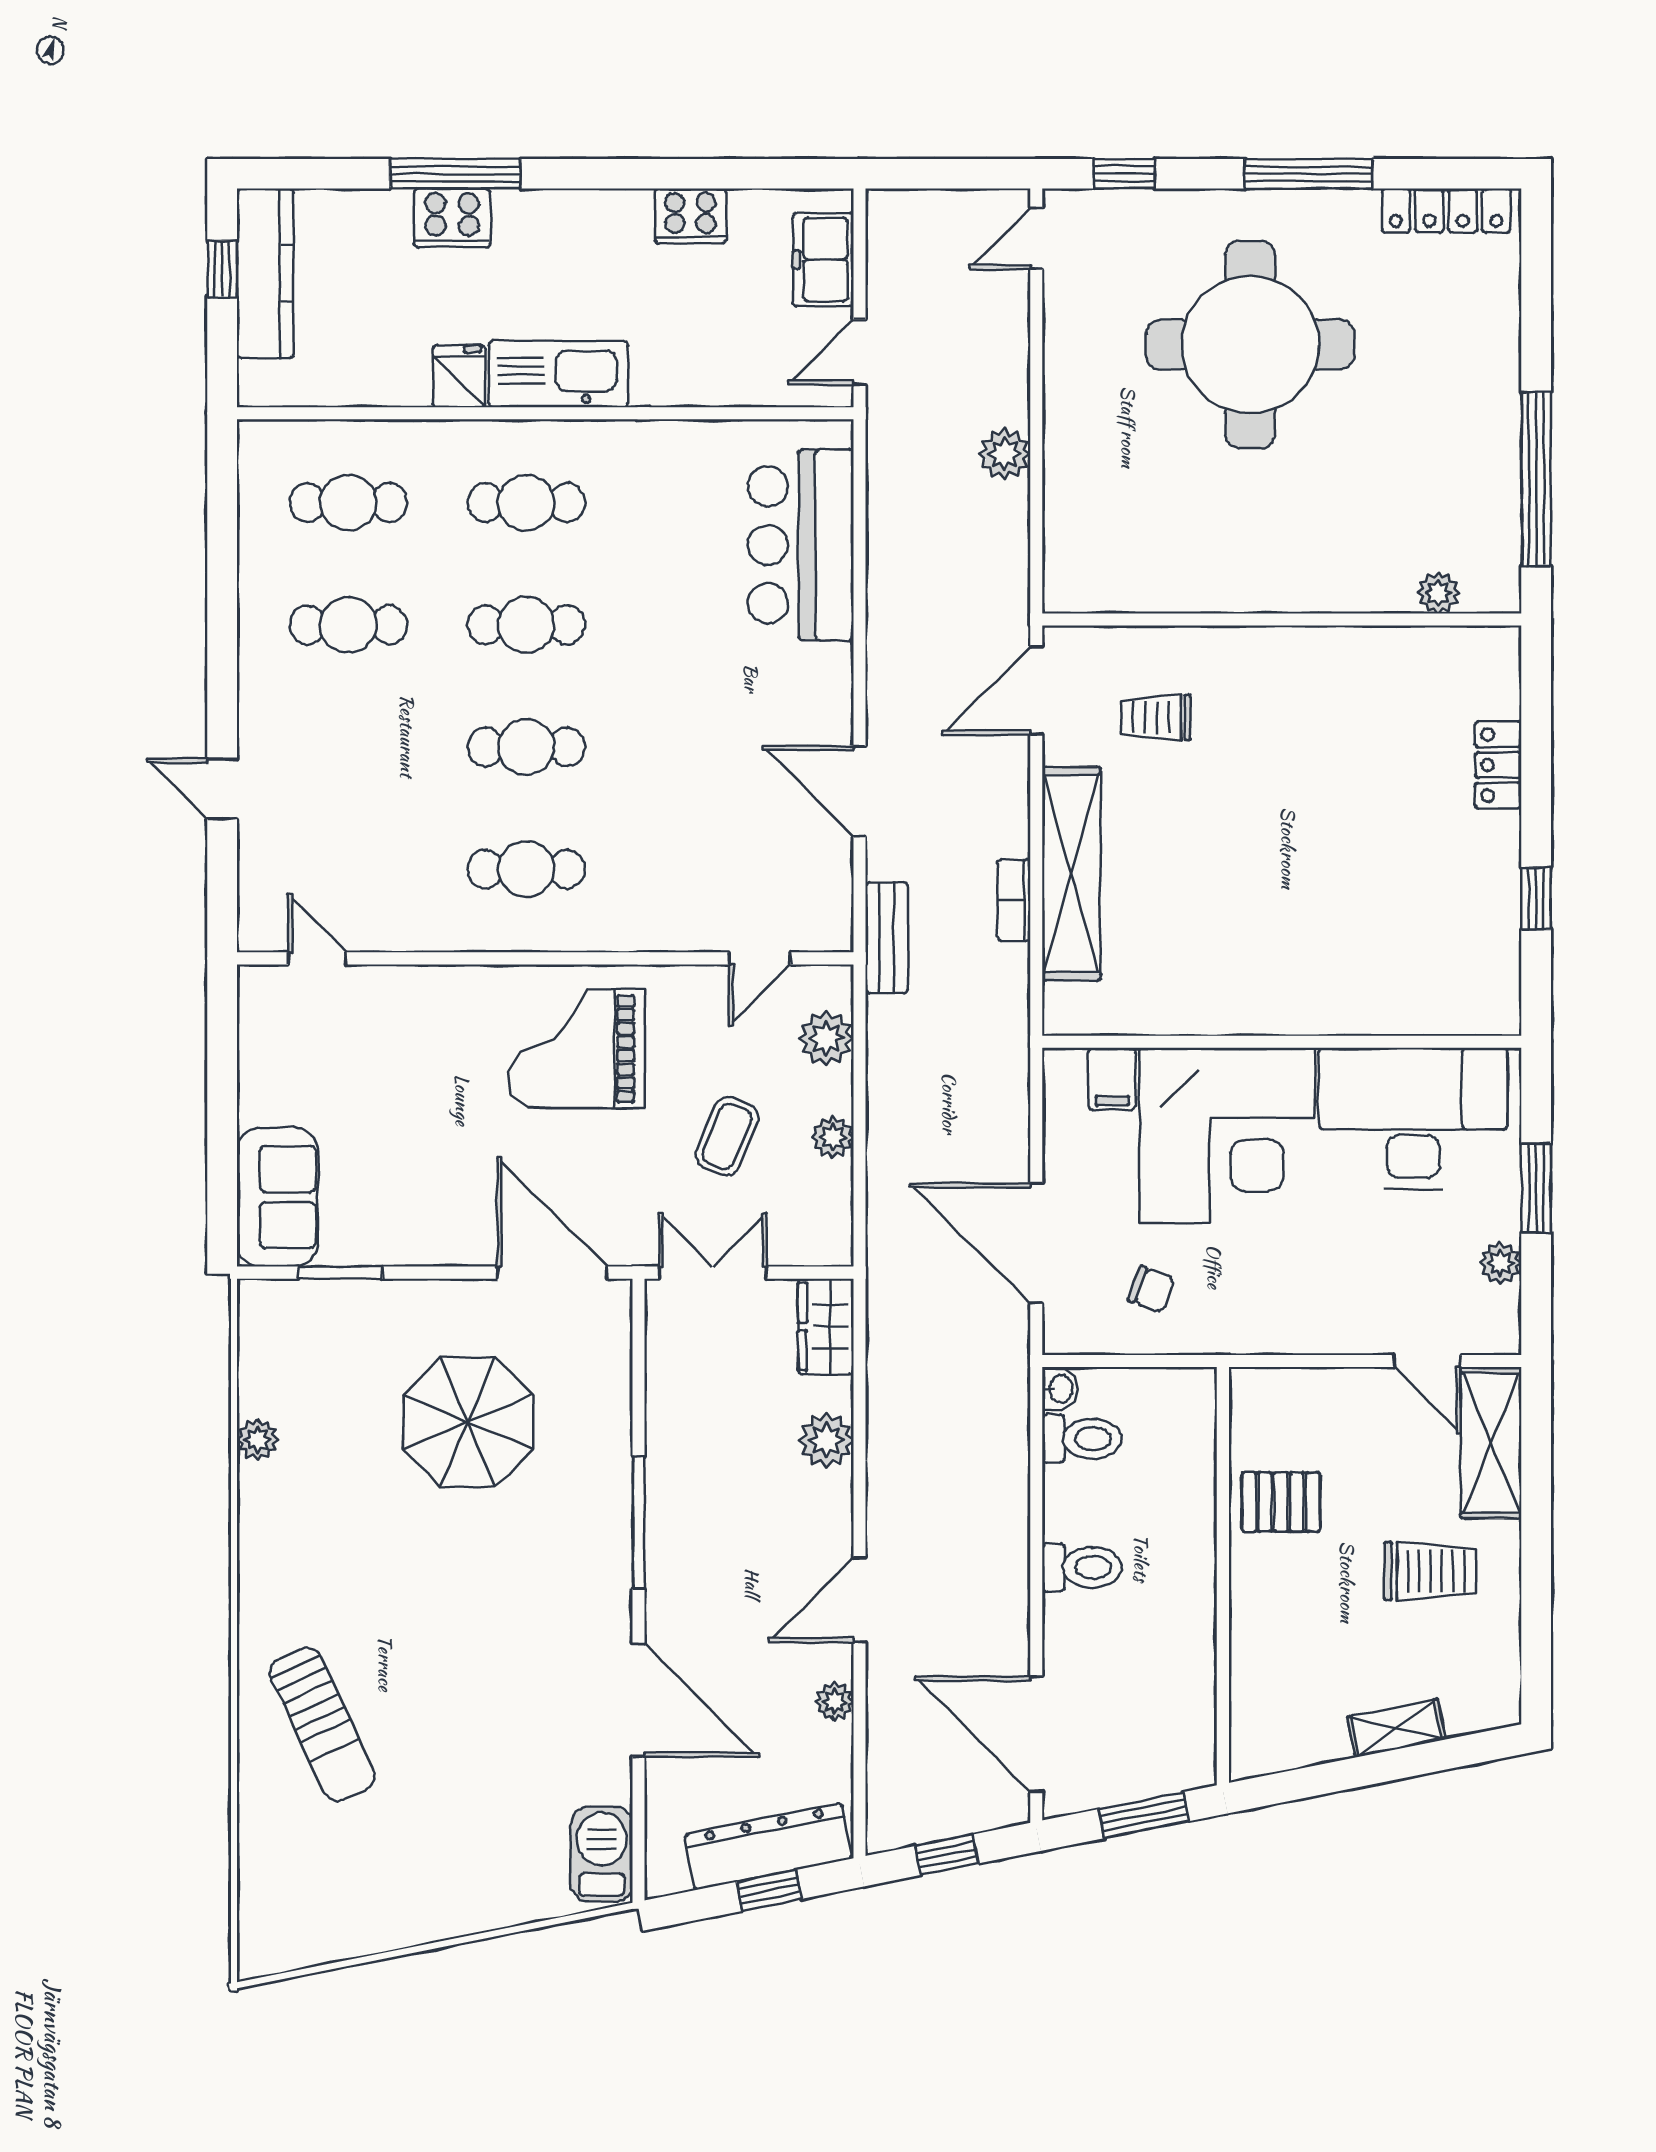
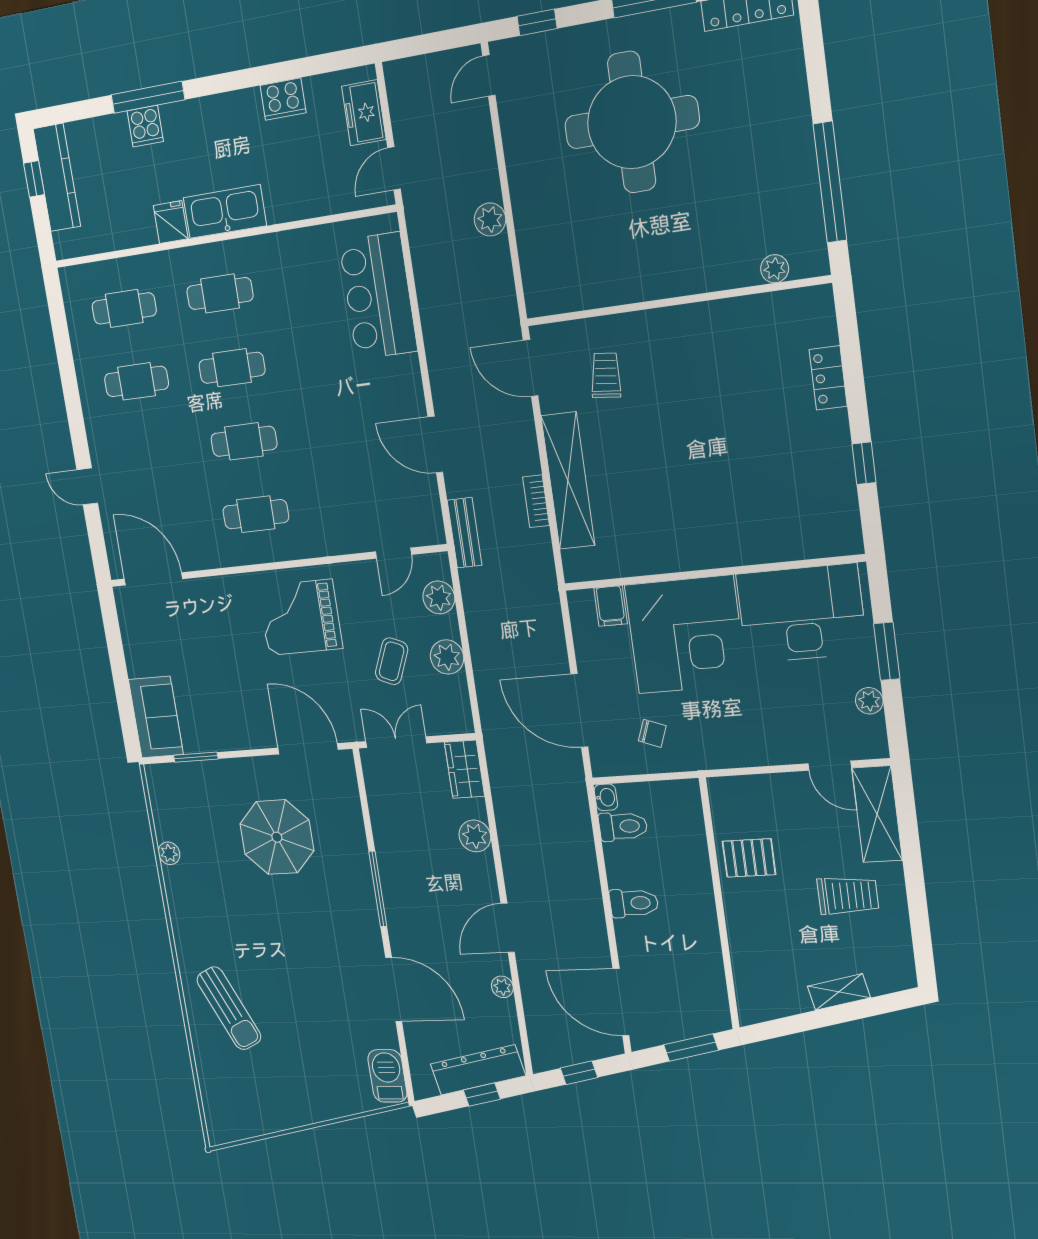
cooker: (452, 218) -> (145, 126), width x0.73
door: (1036, 691) -> (531, 368), hinge flipped
trolley: (1156, 717) -> (606, 375), turned 96
door: (317, 958) -> (153, 579), width x1.87
plant: (833, 1137) -> (447, 657), width x1.38, depth x1.38

